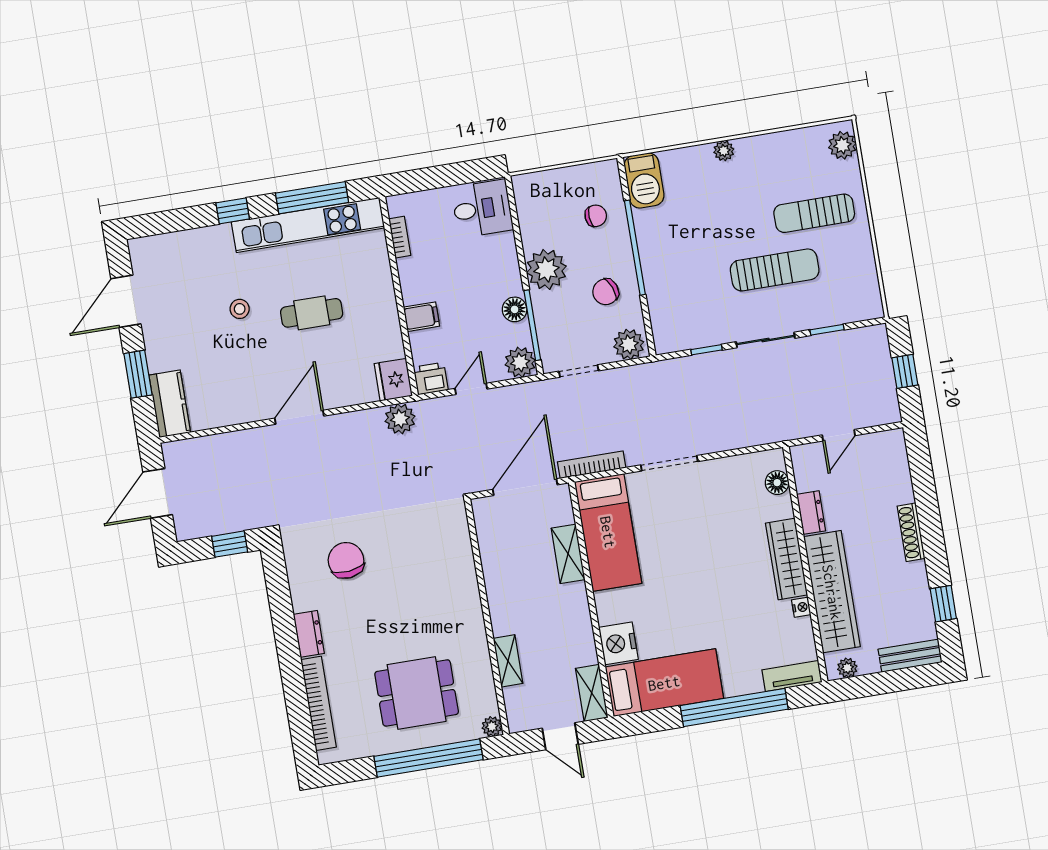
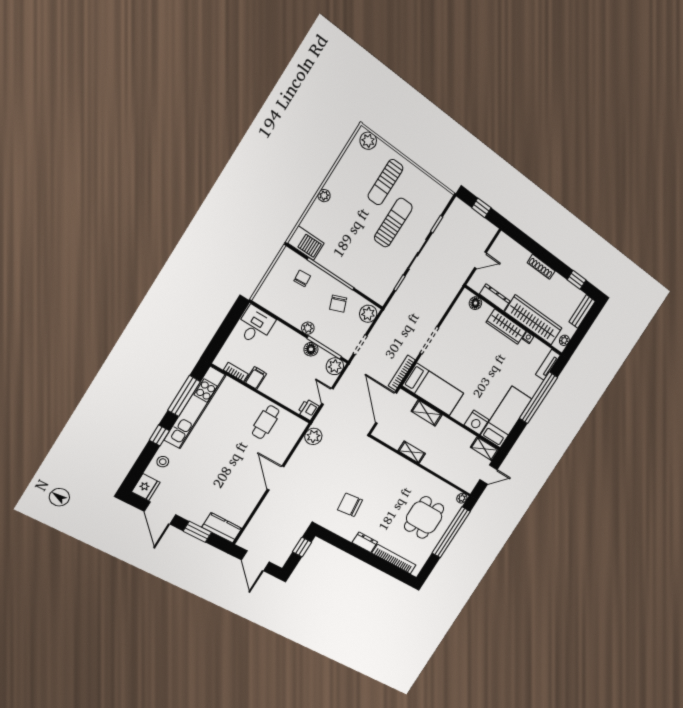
plant: (546, 269) -> (308, 328), width x0.53, depth x0.53
stool: (240, 309) -> (163, 462), moved
cafe table: (312, 313) -> (266, 422), moved
filing cabinet: (421, 317) -> (256, 378), moved
fridge: (393, 380) -> (146, 487), moved, turned -90
door: (839, 435) -> (481, 260), hinge flipped
dresser: (811, 513) -> (495, 298), width x1.44
shelving: (508, 661) -> (412, 452), moved

